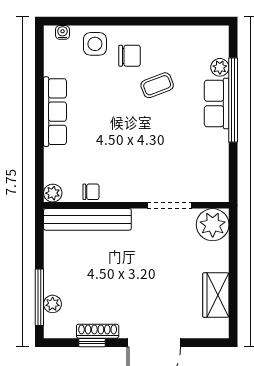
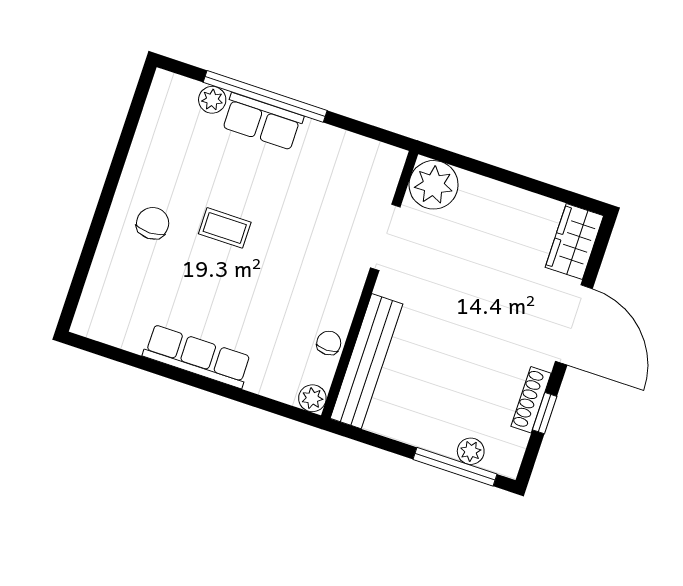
water cooler: (63, 32) -> (88, 308), removed
side table: (95, 44) -> (119, 267), removed
coffee table: (157, 85) -> (225, 228), moved, turned -69
wardrobe: (216, 295) -> (574, 242), moved, turned 90

